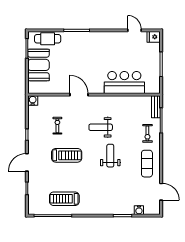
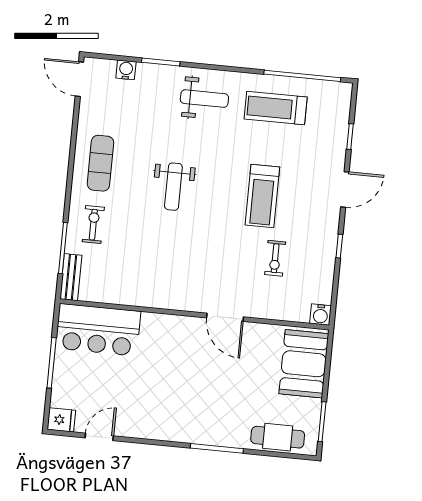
door: (134, 30) -> (99, 437), swing flipped
booth: (38, 65) -> (304, 364), moved
bar counter: (124, 82) -> (98, 330), moved
weight bench: (101, 127) -> (204, 99), moved
treadmill: (67, 155) -> (262, 196), turned -90
door: (161, 192) -> (79, 79), moved
treadmill: (64, 199) -> (276, 108), turned 180

